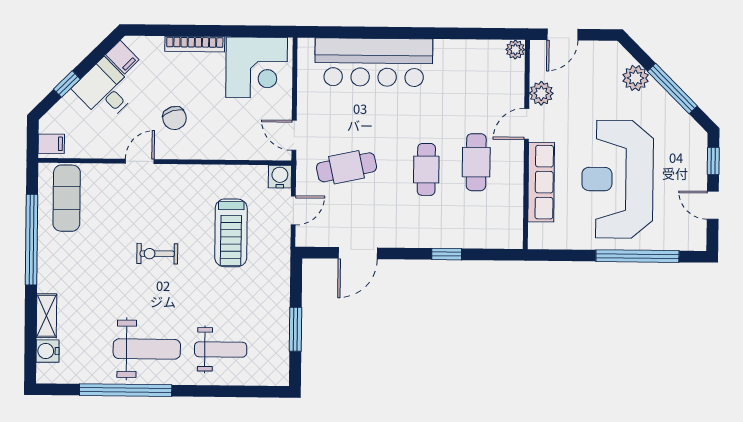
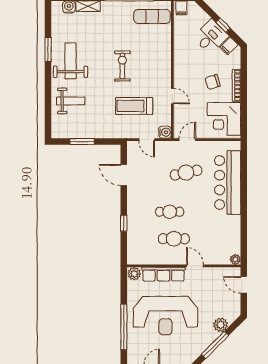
window: (67, 84) -> (223, 25), moved
plant: (541, 93) -> (134, 274), moved
chair: (175, 118) -> (213, 82), moved
door: (140, 161) -> (172, 96), moved
cafe table: (346, 167) -> (186, 173), moved, turned 90
reception desk: (617, 179) -> (165, 316), turned 180
exercise bike: (157, 254) -> (122, 66), width x1.38, depth x1.39
weight bench: (147, 349) -> (71, 61), turned 180
weight bench: (221, 349) -> (71, 101), turned -90
window: (126, 390) -> (48, 50), width x0.47

